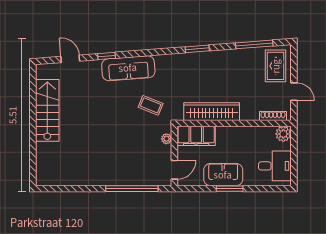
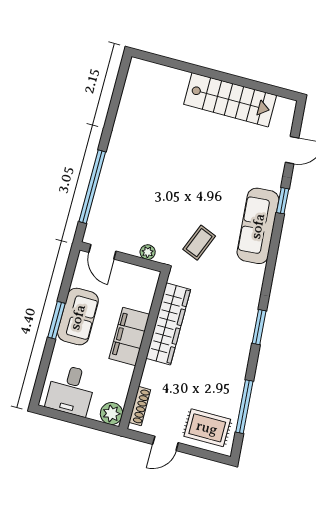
filing cabinet: (196, 136) -> (129, 336), moved

